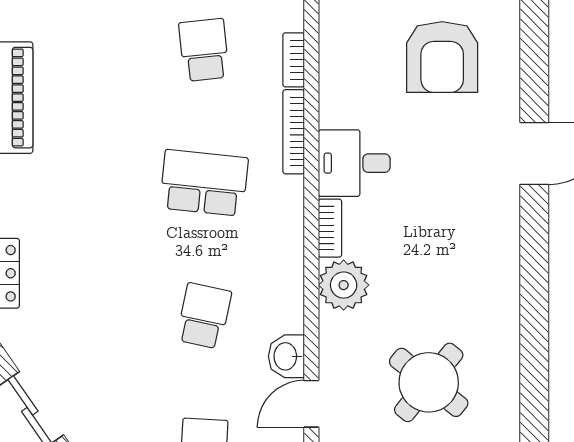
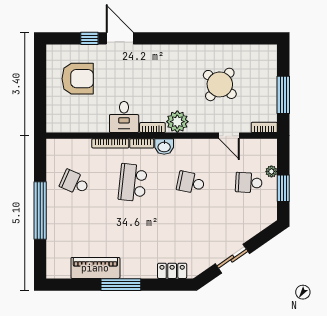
school desk: (204, 50) -> (75, 183), turned 30
bookcase: (294, 60) -> (142, 143), moved
window: (534, 84) -> (89, 38), added
washbasin: (286, 356) -> (164, 147), moved

